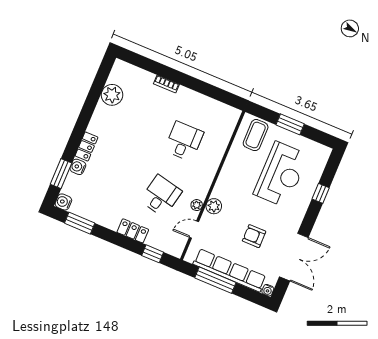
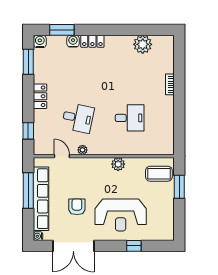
window: (290, 124) -> (179, 187), moved
reception desk: (281, 174) -> (121, 215), moved
plant: (214, 206) -> (118, 164), moved
locker: (133, 231) -> (40, 96), moved

